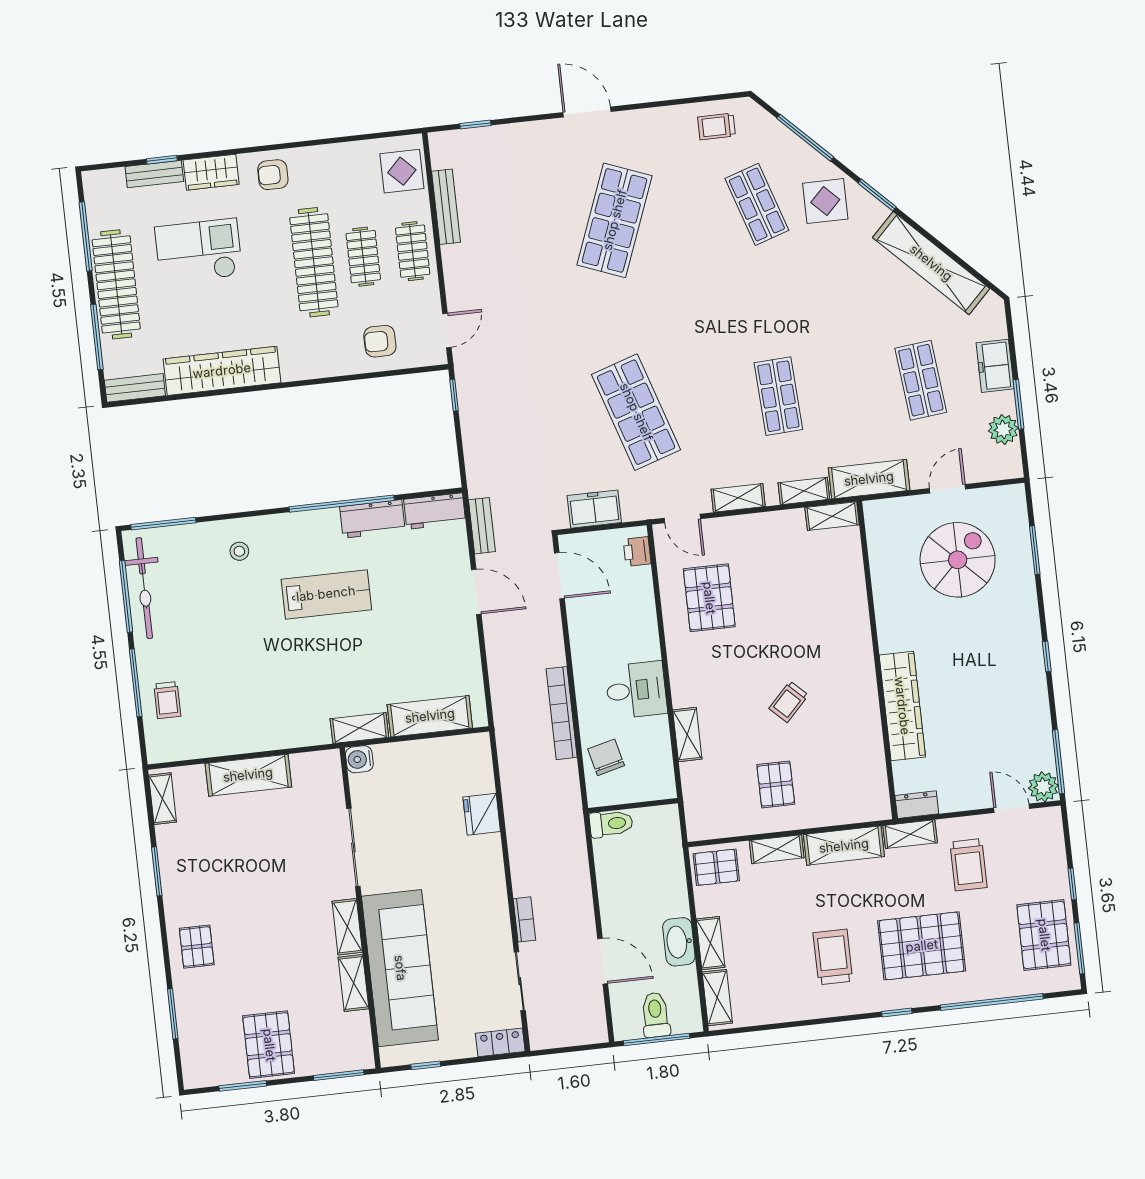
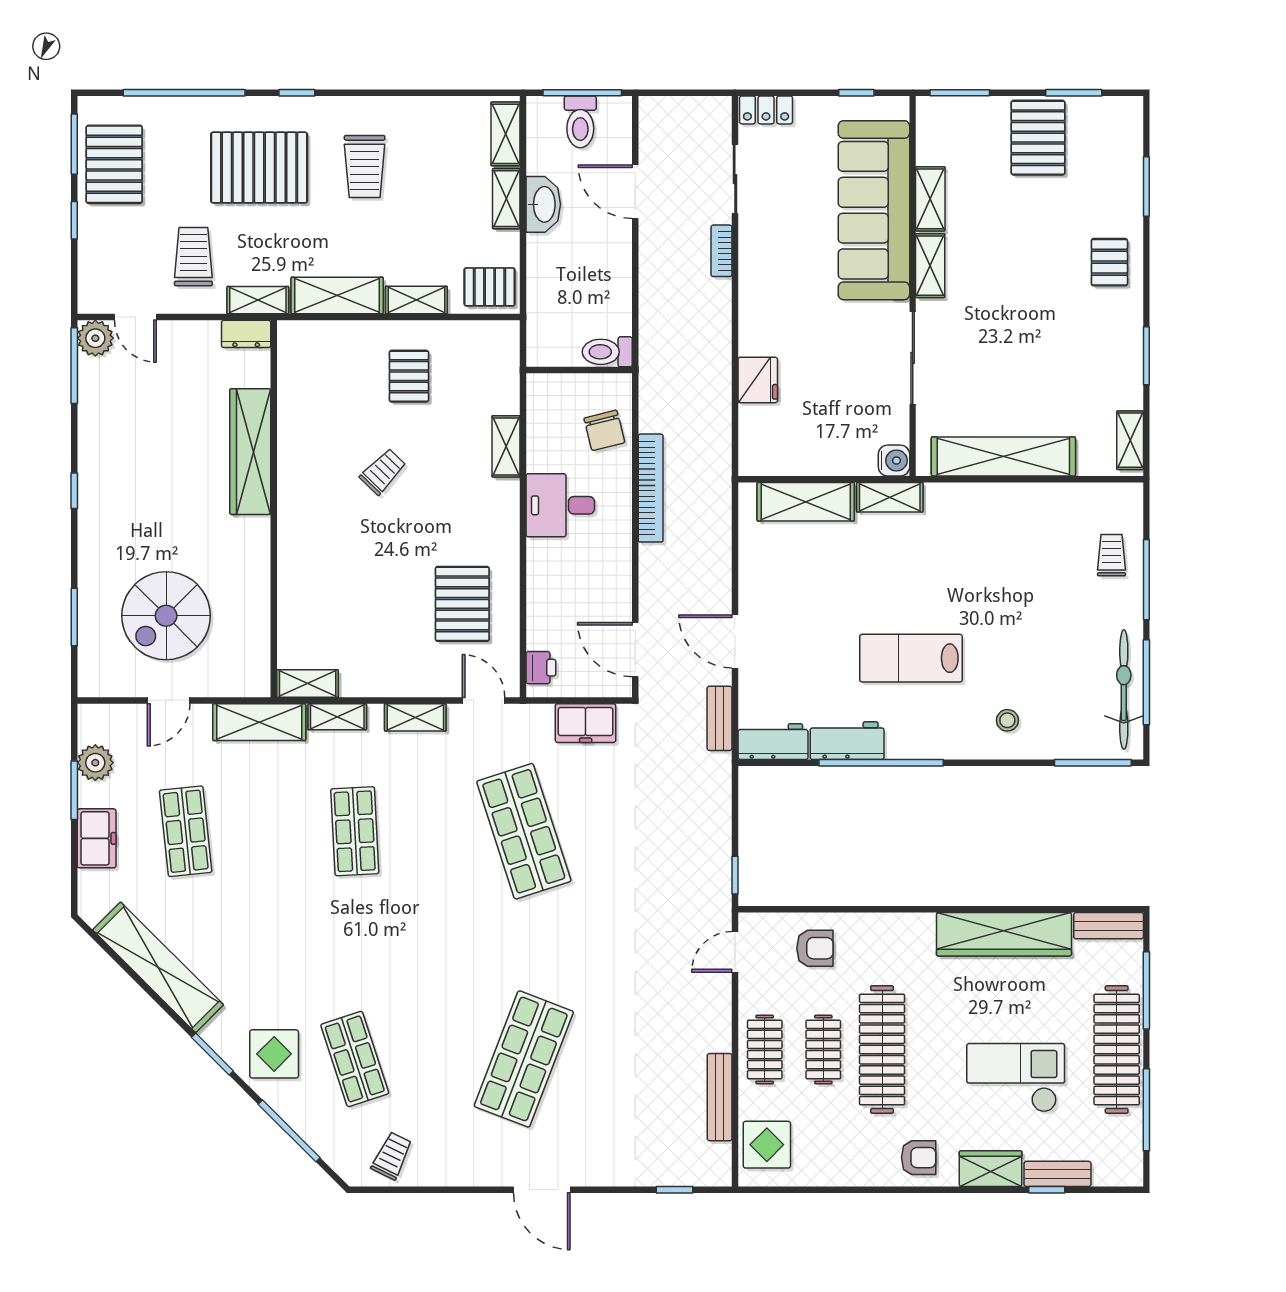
trolley: (716, 126) -> (392, 1156), turned -64
checkout: (199, 251) -> (1016, 1078), turned 180
shelving: (248, 775) -> (1003, 456), width x1.47

